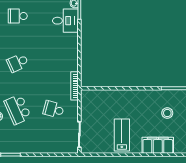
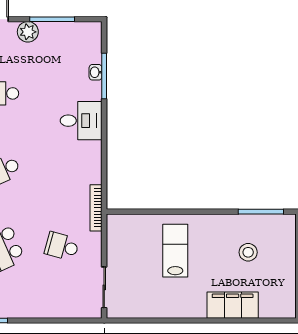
desk: (65, 21) -> (81, 121), moved
lab bench: (122, 135) -> (175, 251), moved

